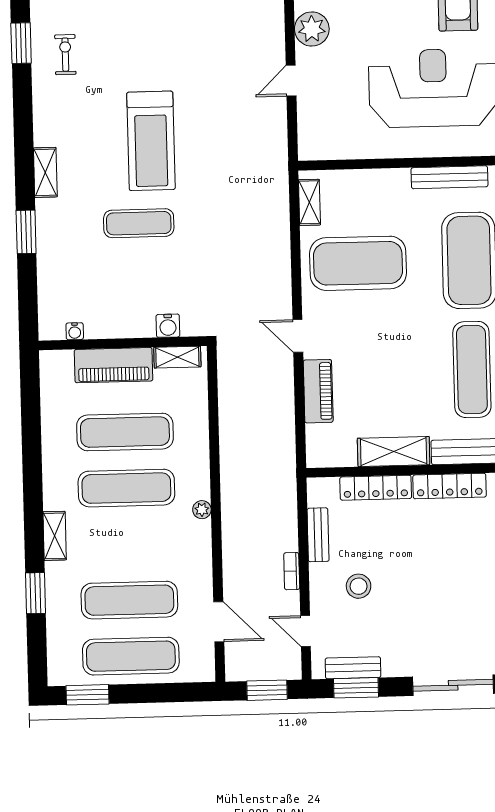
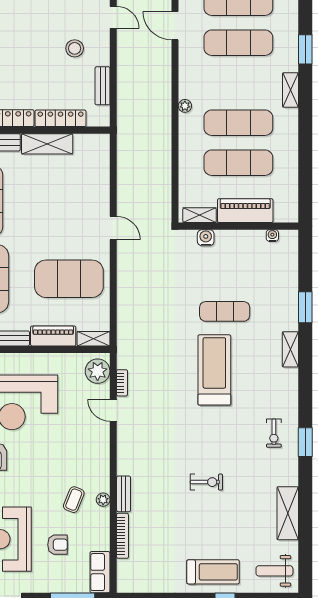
plant: (312, 29) -> (98, 371), moved
door: (291, 81) -> (113, 410), swing flipped
shelving: (309, 202) -> (93, 339), moved, turned 90
piano: (318, 391) -> (53, 336), moved, turned 90
bookcase: (292, 571) -> (122, 383), moved

